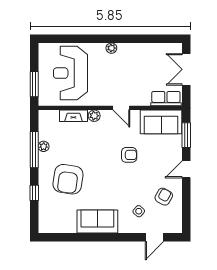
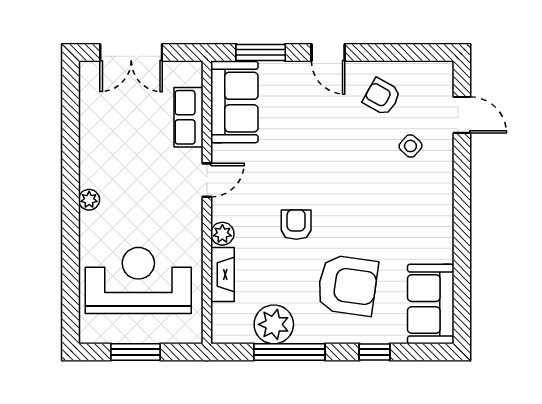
reception desk: (70, 73) -> (138, 281), turned 180
window: (34, 84) -> (135, 352), moved
row of seats: (166, 99) -> (188, 117), moved
plant: (44, 146) -> (274, 324), width x1.87, depth x1.87
armchair: (129, 155) -> (296, 225), moved
sofa: (97, 221) -> (431, 304), moved

